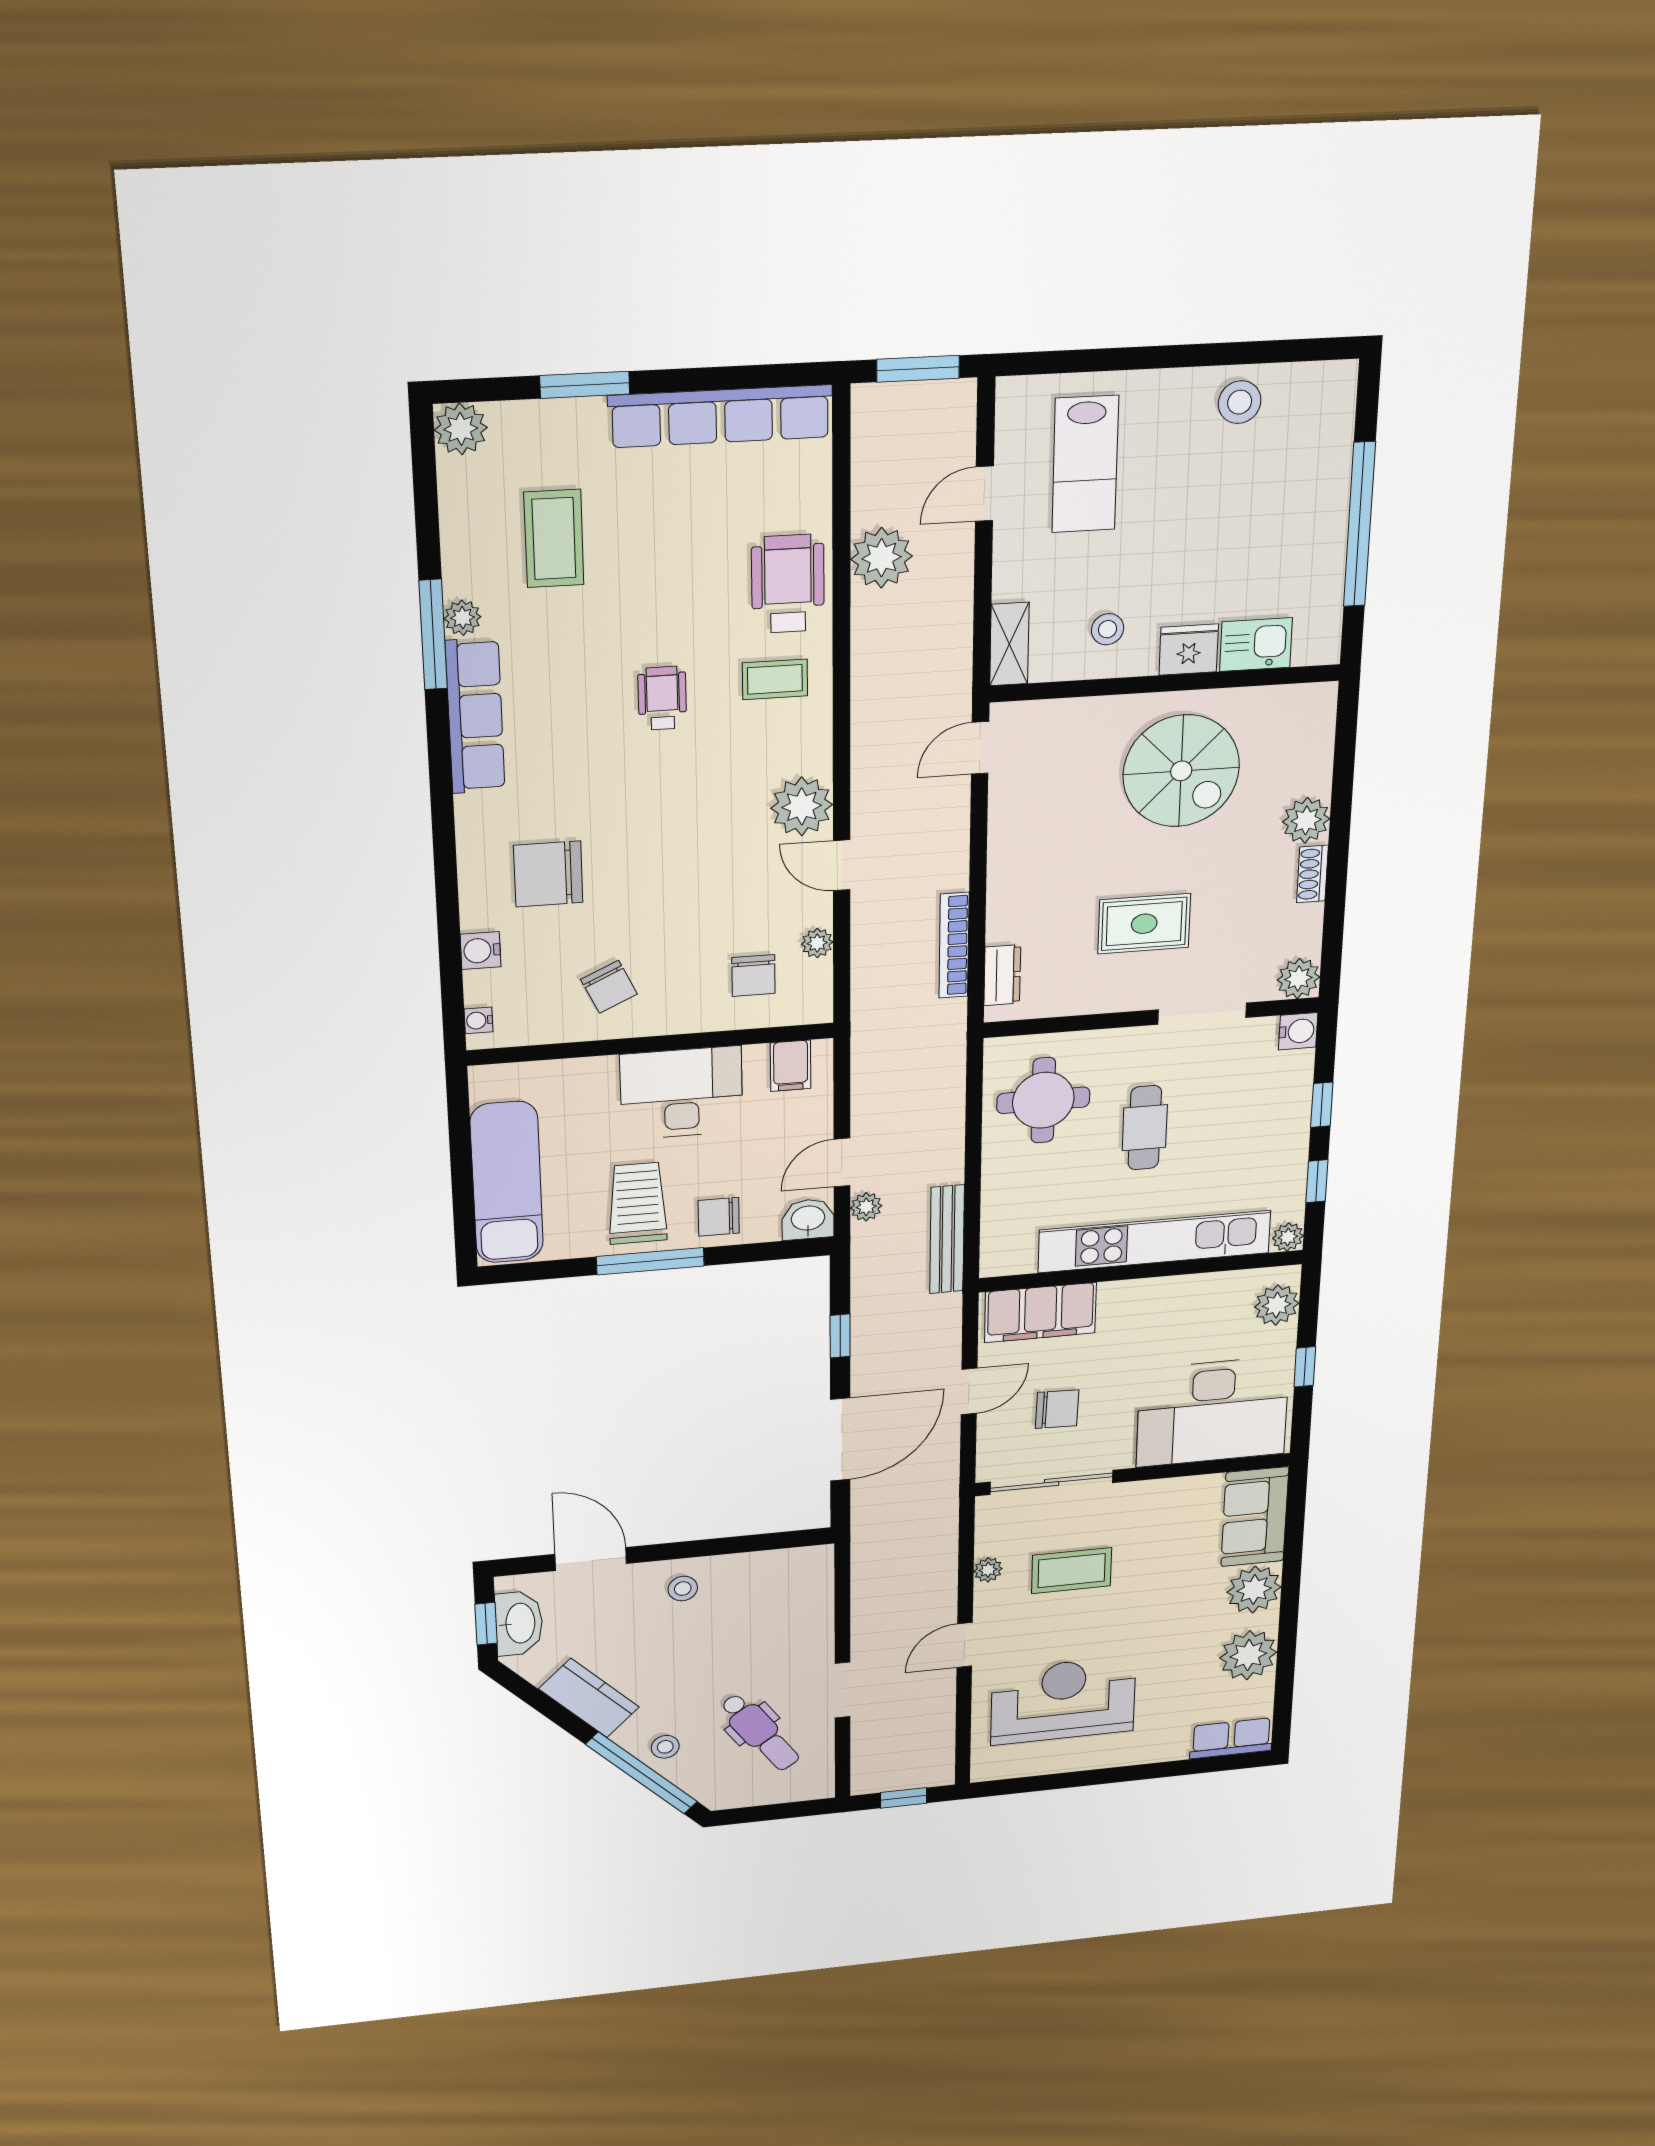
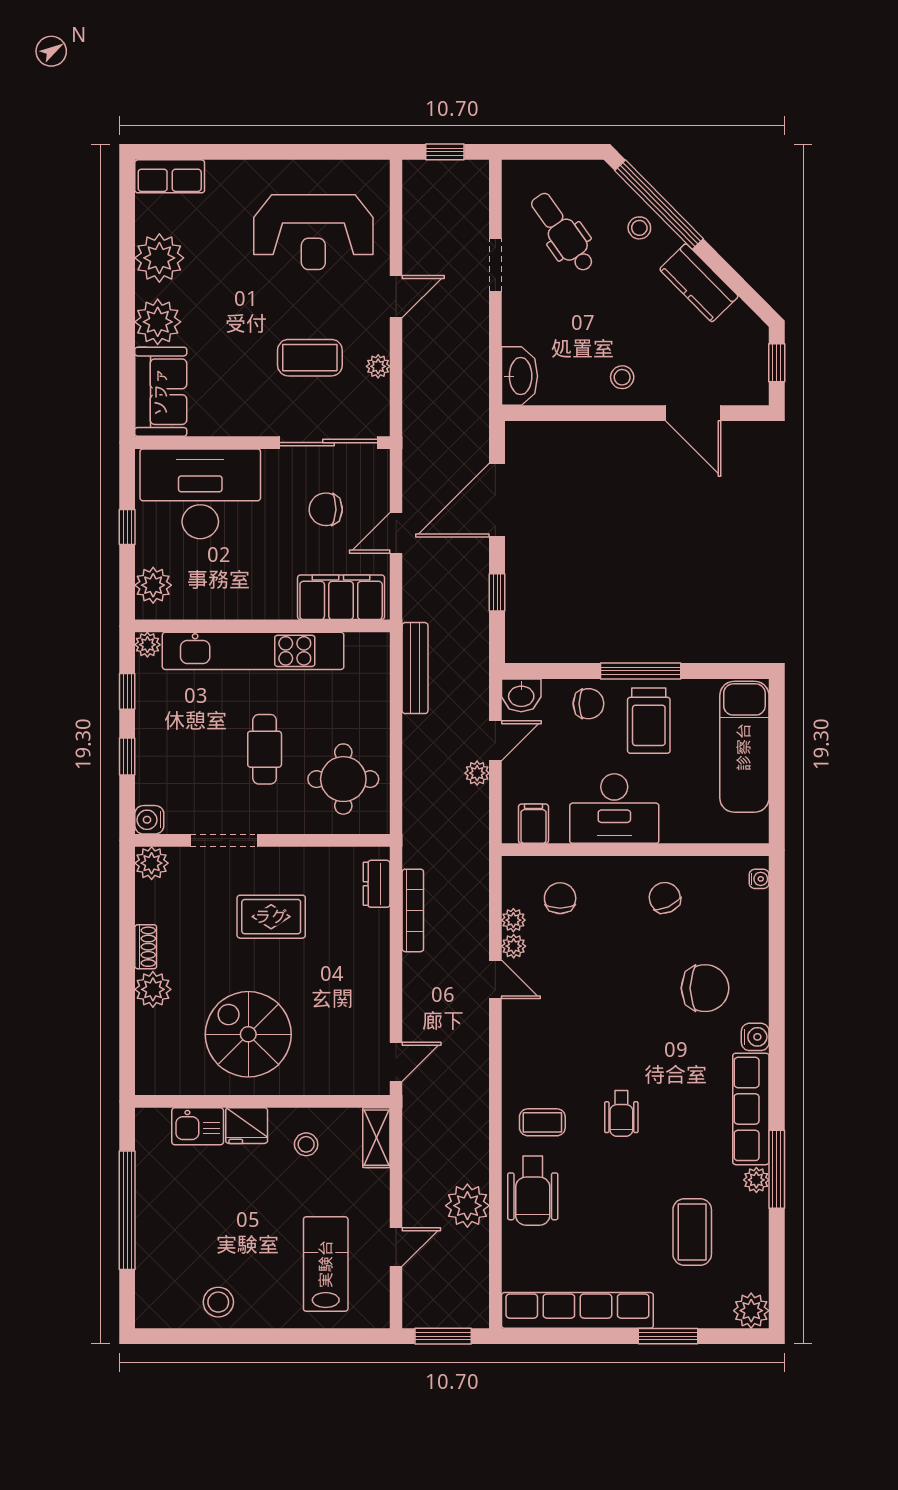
plant: (802, 806) -> (514, 946), moved, width x0.53, depth x0.53
water cooler: (481, 951) -> (755, 1037), moved
plant: (866, 1207) -> (477, 773), moved
washbasin: (519, 1623) -> (520, 376), moved, turned 180

